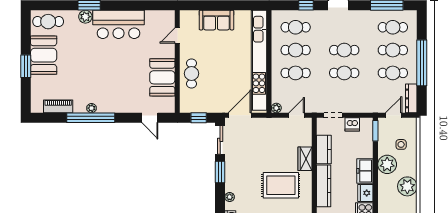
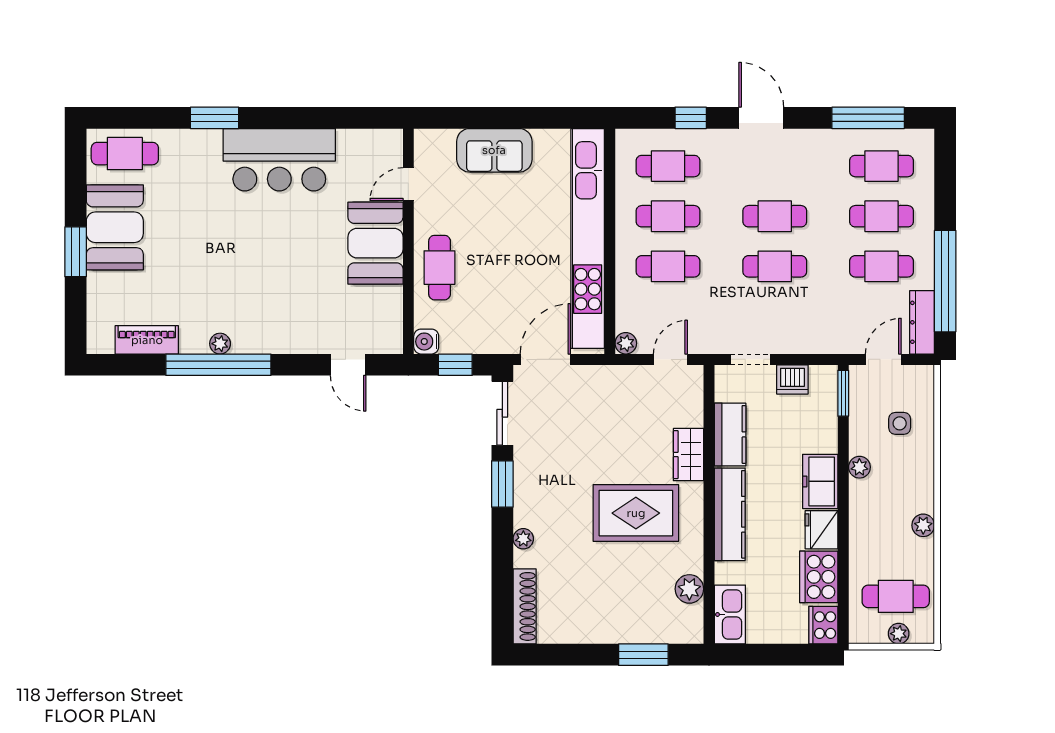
plant: (85, 17) -> (207, 143), removed
window: (422, 63) -> (945, 281), moved
booth: (162, 77) -> (375, 243), moved
water cooler: (185, 107) -> (426, 342), added
plant: (387, 164) -> (859, 467), width x0.53, depth x0.53
plant: (407, 186) -> (923, 525), width x0.53, depth x0.53

